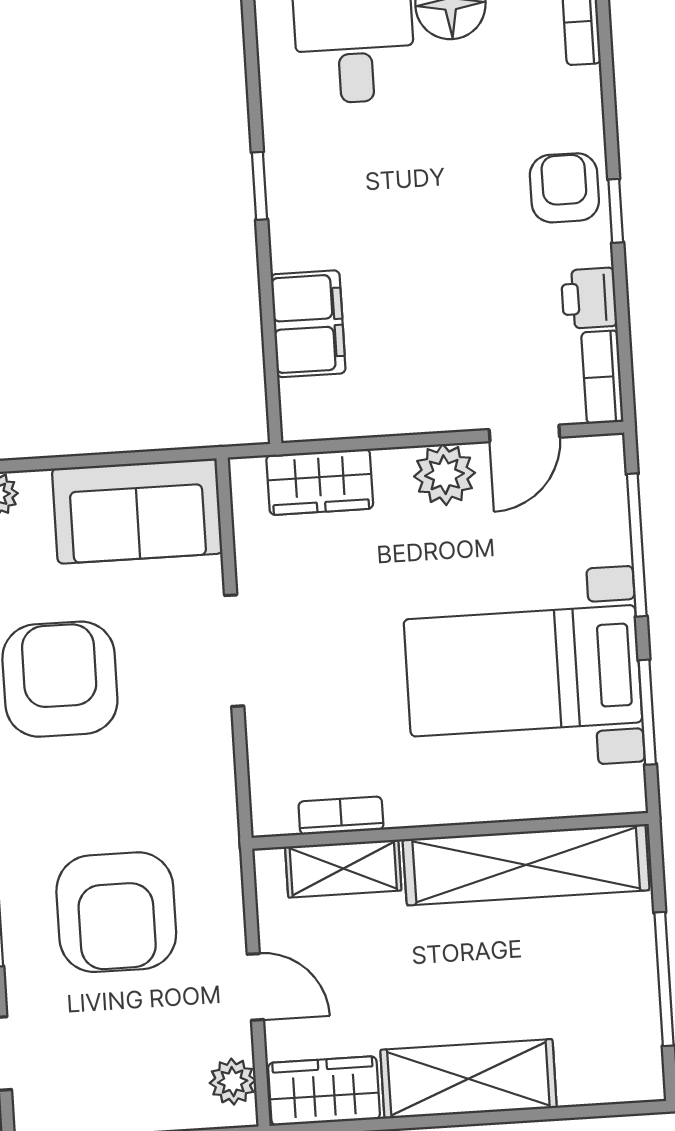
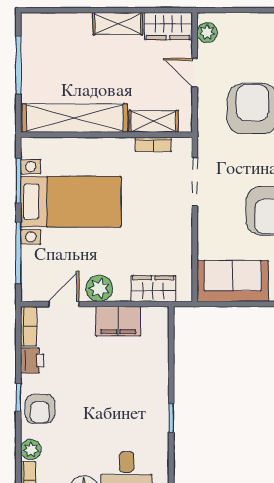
plant: (579, 92) -> (31, 450), added
filing cabinet: (308, 324) -> (118, 321), moved, turned -90
doorway: (234, 651) -> (195, 181), moved
shelving: (468, 1079) -> (118, 24), width x0.67, depth x0.75

